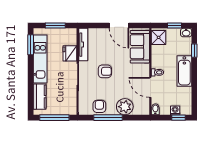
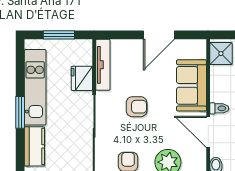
door: (119, 25) -> (159, 35), hinge flipped
window: (31, 45) -> (20, 112), moved
sofa: (140, 47) -> (191, 85), moved

